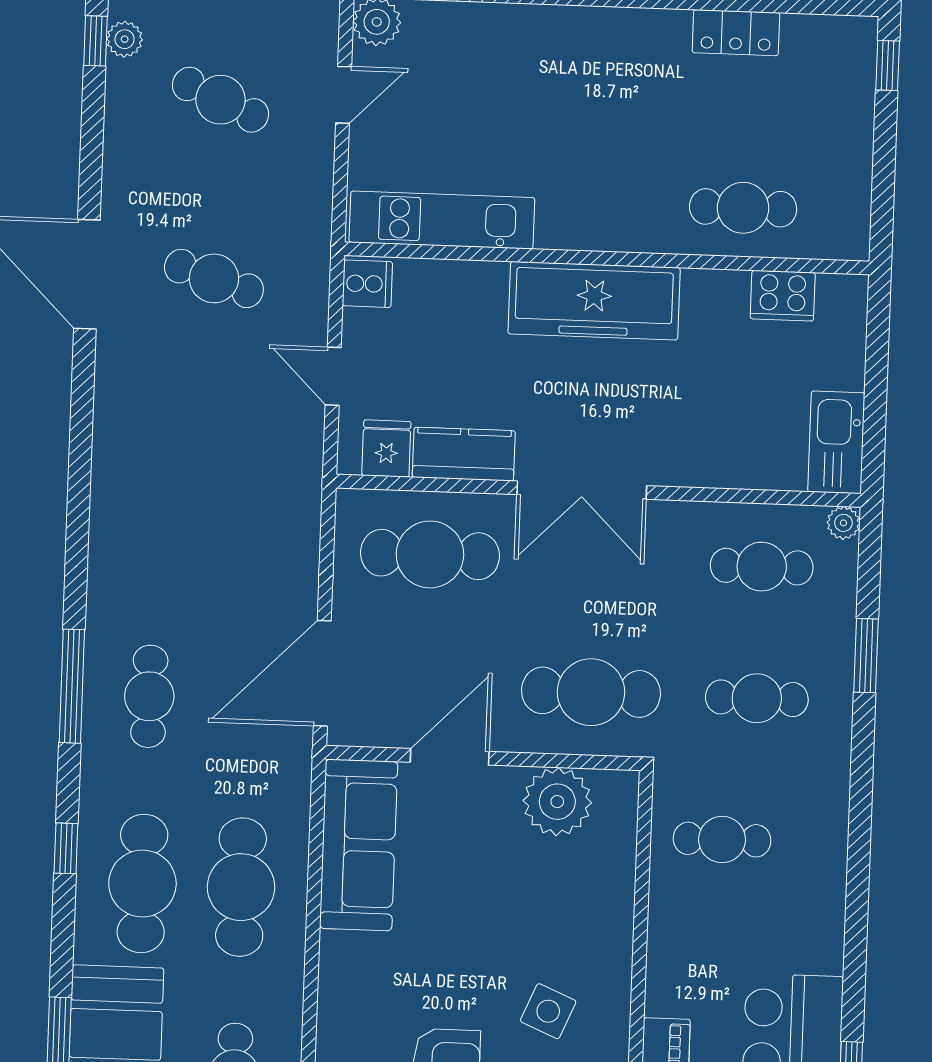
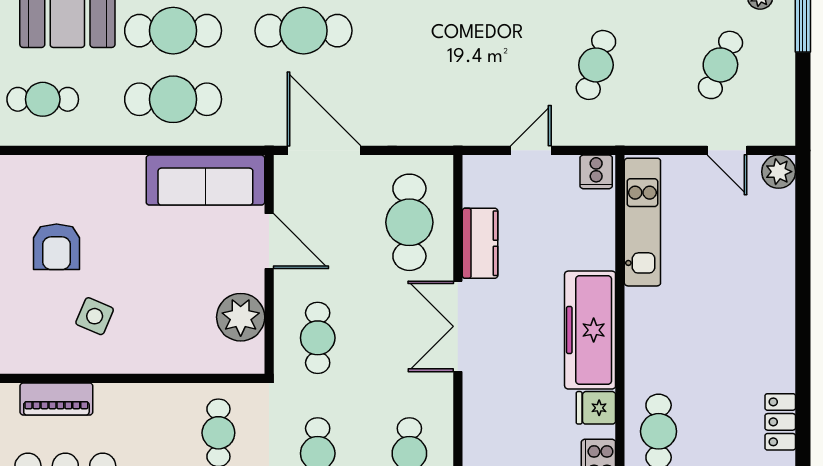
fridge: (386, 448) -> (596, 408), moved, turned 180
cafe table: (591, 692) -> (318, 338), width x0.73, depth x0.74
cafe table: (149, 696) -> (304, 31), width x1.37, depth x1.35

